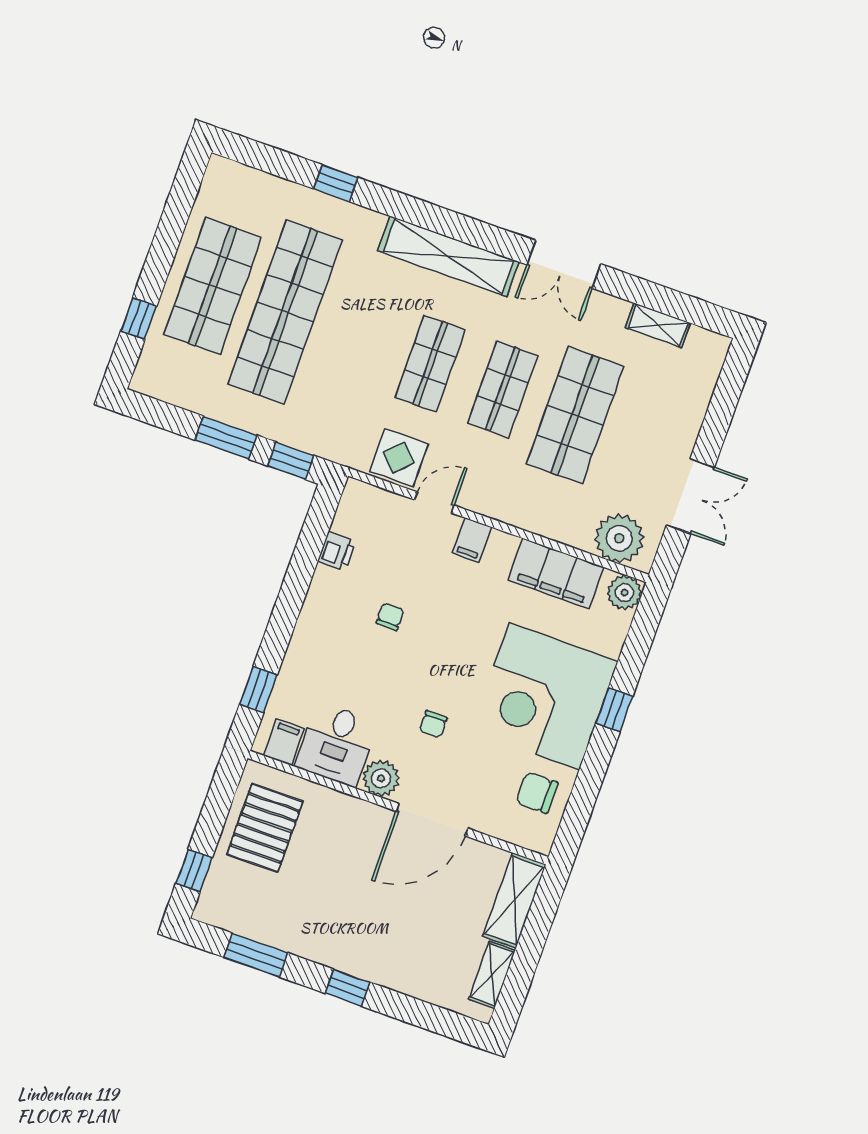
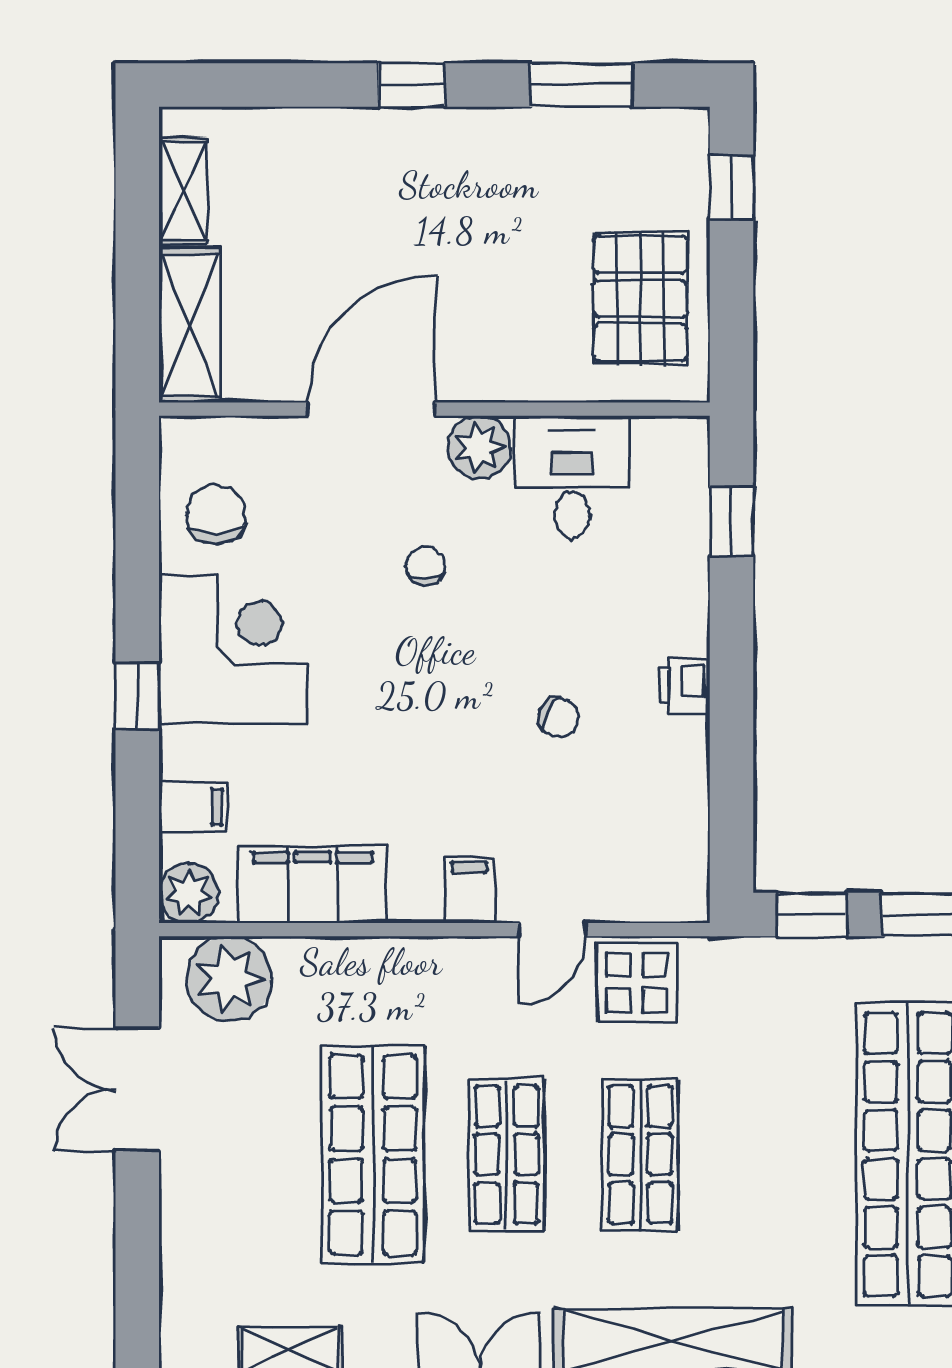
printer: (337, 551) -> (684, 686), moved
chair: (390, 617) -> (558, 717), turned -65
corner desk: (544, 696) -> (233, 650), width x0.74, depth x0.74
filing cabinet: (284, 742) -> (193, 807), moved, turned -90
chair: (537, 793) -> (216, 515), turned -94

